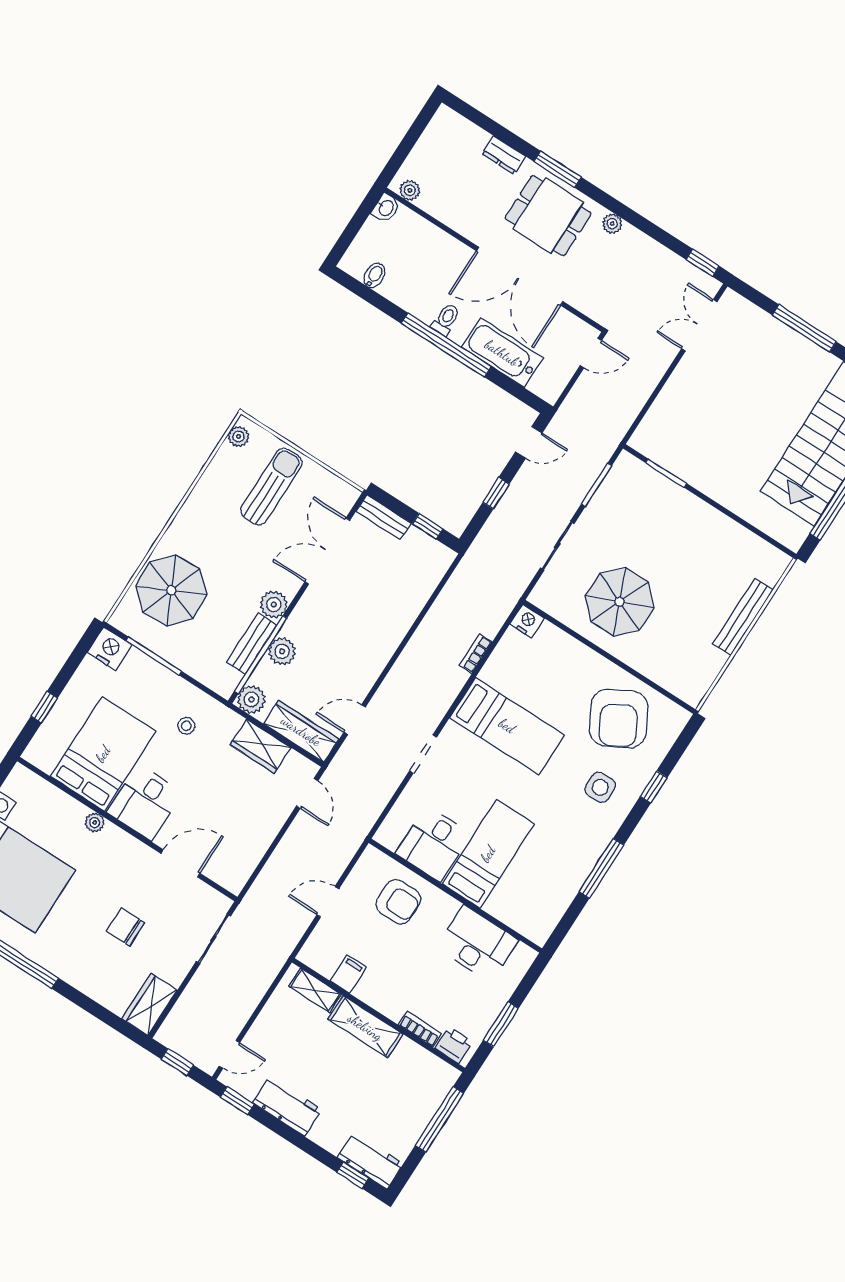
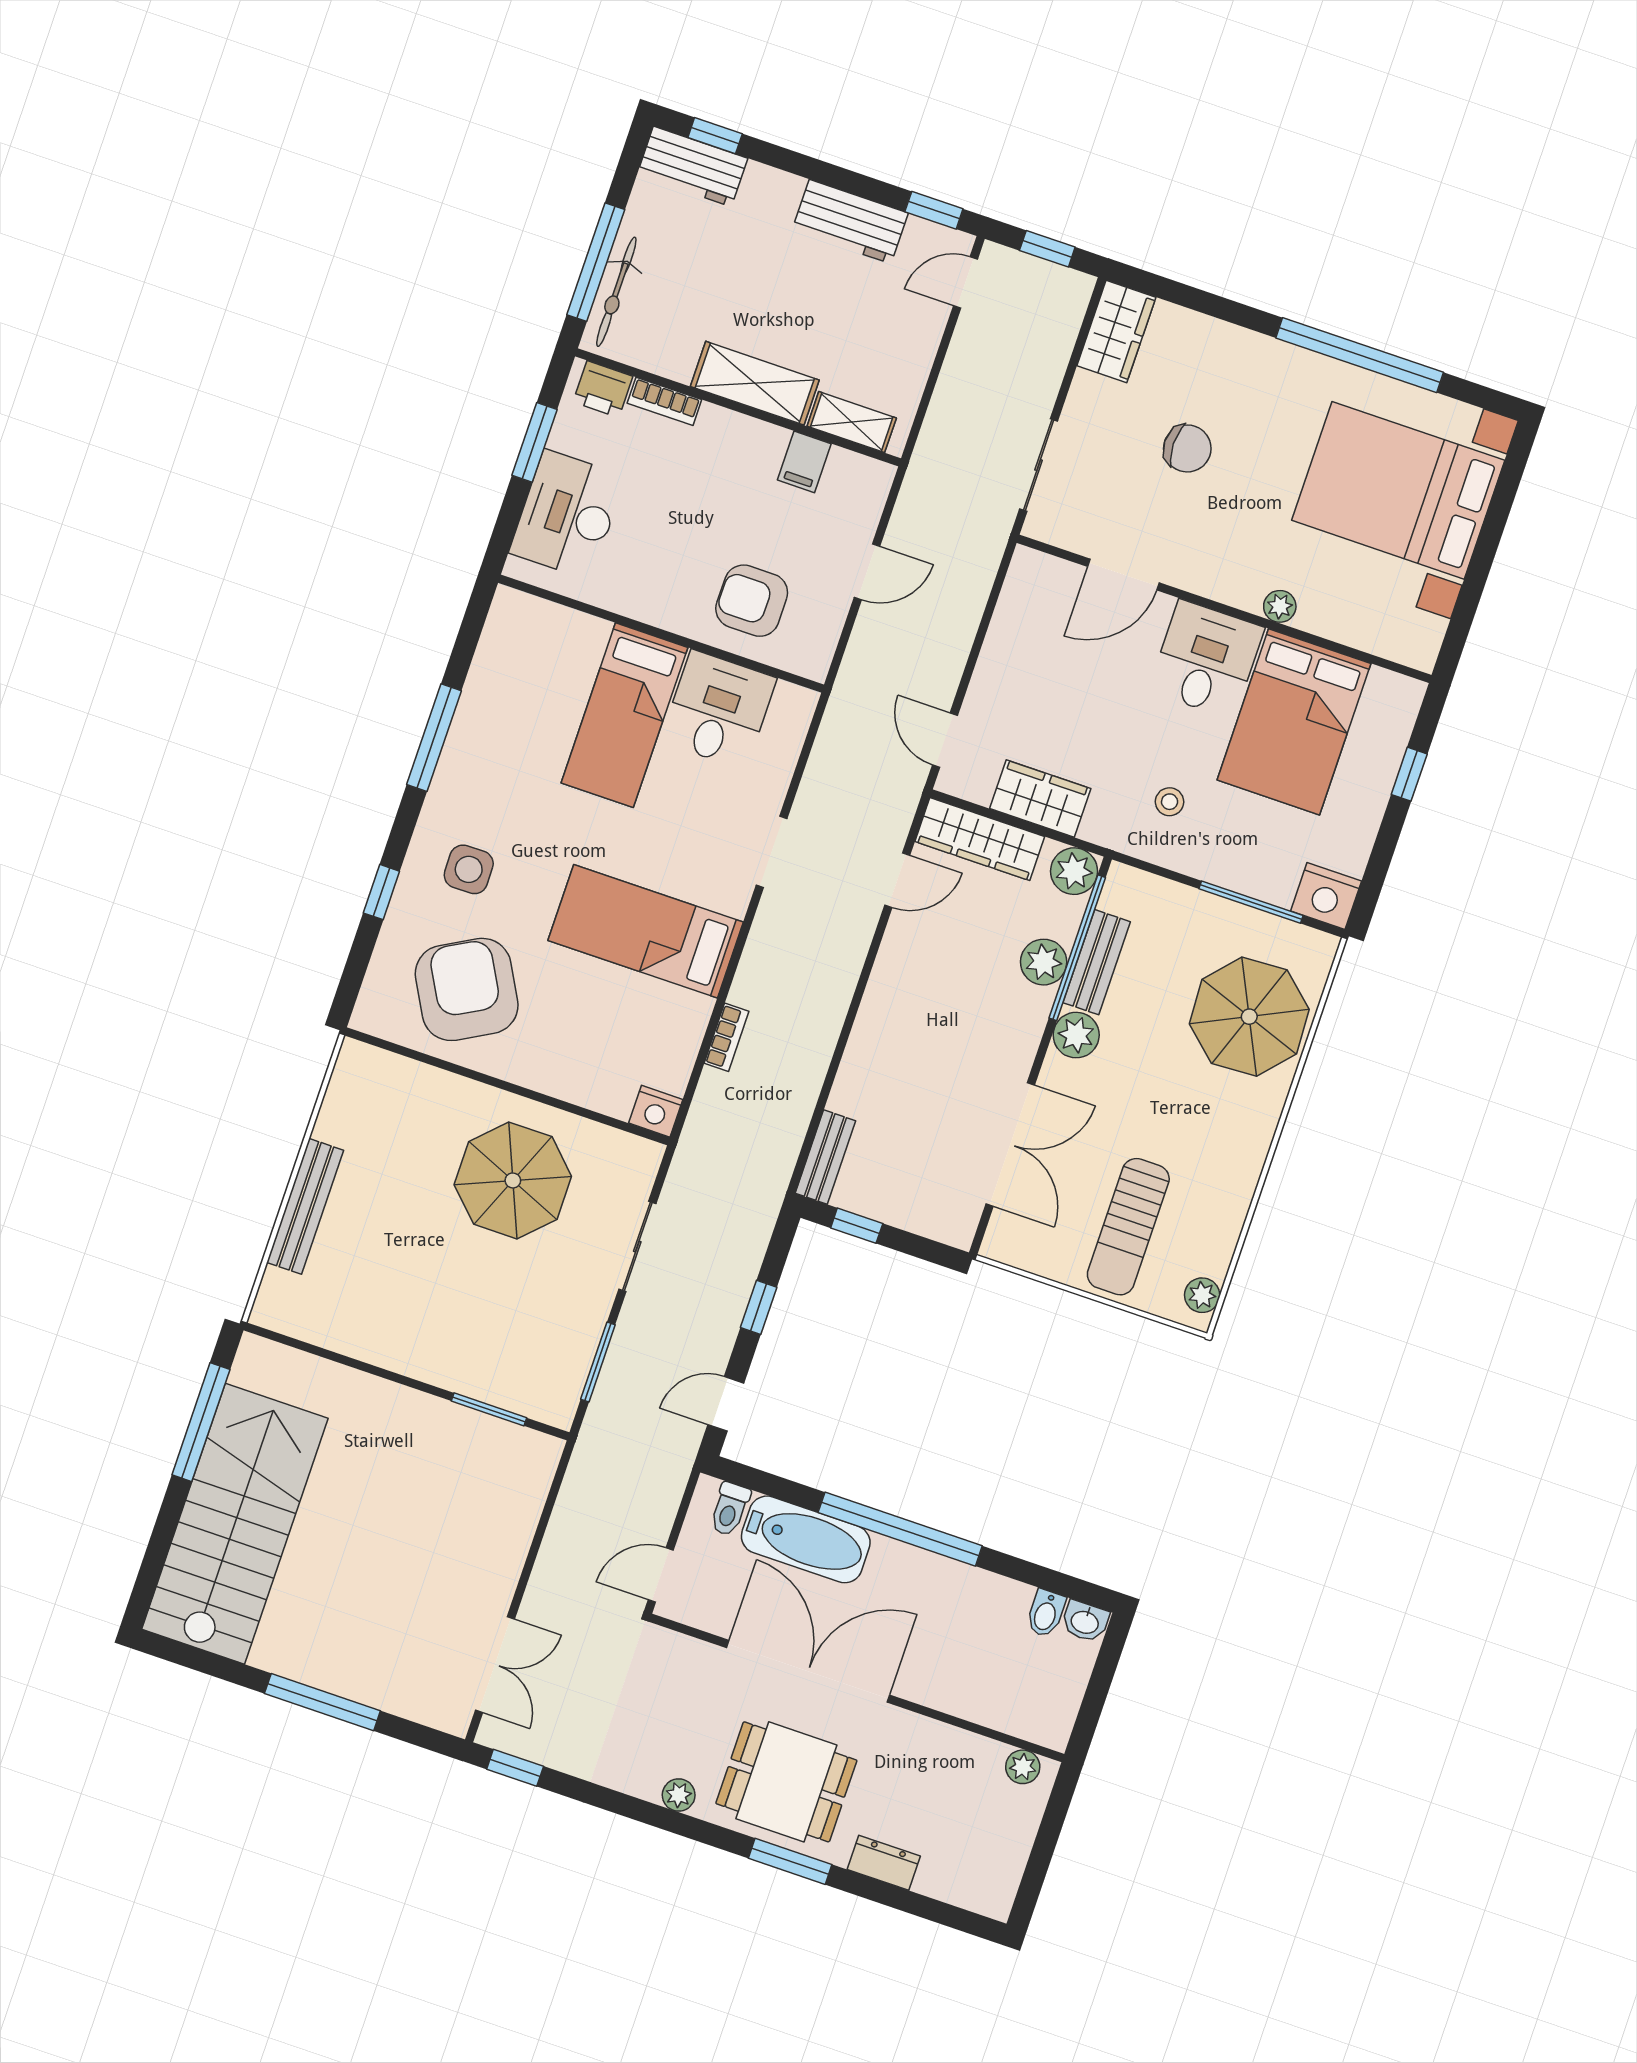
washbasin: (386, 208) -> (1085, 1621), moved, turned -90
toilet: (446, 319) -> (730, 1509), moved
bench: (384, 517) -> (825, 1157), moved, turned 90
desk: (477, 944) -> (567, 515), moved, turned 90
bicycle: (432, 1099) -> (616, 292), added

